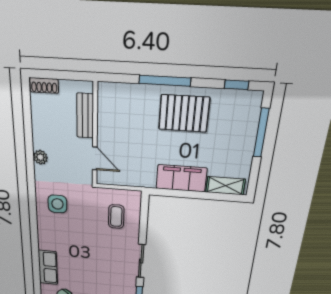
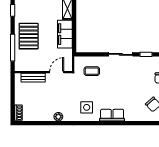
bench: (85, 116) -> (33, 78), moved
wall: (95, 135) -> (43, 72), moved
door: (95, 158) -> (57, 72), moved
row of seats: (48, 267) -> (112, 115), moved

